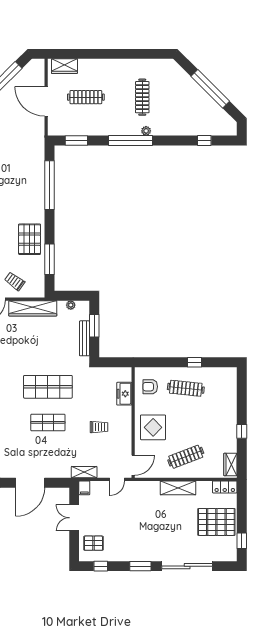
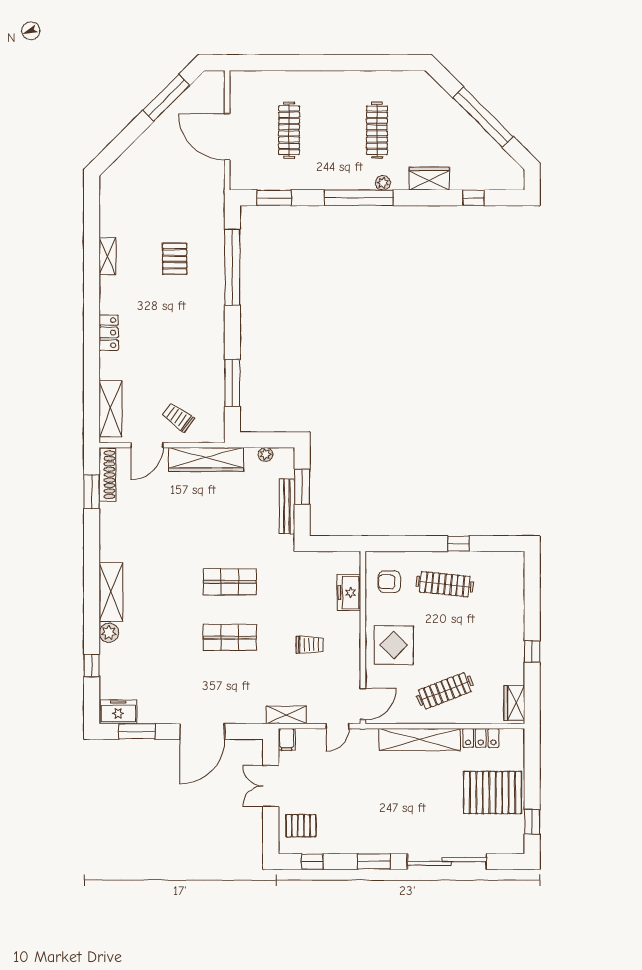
wardrobe: (64, 66) -> (429, 179), moved, turned 180
clothes rail: (86, 97) -> (289, 130), turned 90
pallet: (30, 239) -> (175, 259), moved, width x0.67, depth x0.71
shop shelf: (48, 387) -> (230, 582), width x0.70, depth x0.74
locker: (225, 487) -> (481, 738), moved
shelving: (178, 488) -> (420, 739), width x1.47

